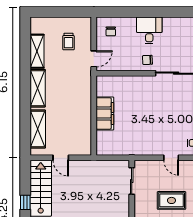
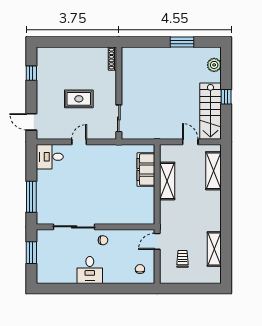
desk: (149, 30) -> (90, 270), moved
shelving: (38, 88) -> (167, 181), moved
filing cabinet: (105, 113) -> (146, 170), moved
door: (171, 158) -> (79, 142), hinge flipped

